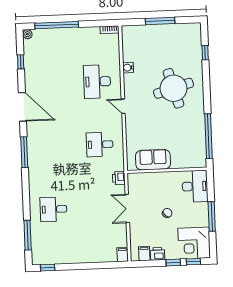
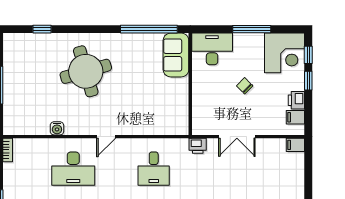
sofa: (153, 160) -> (176, 55), moved

